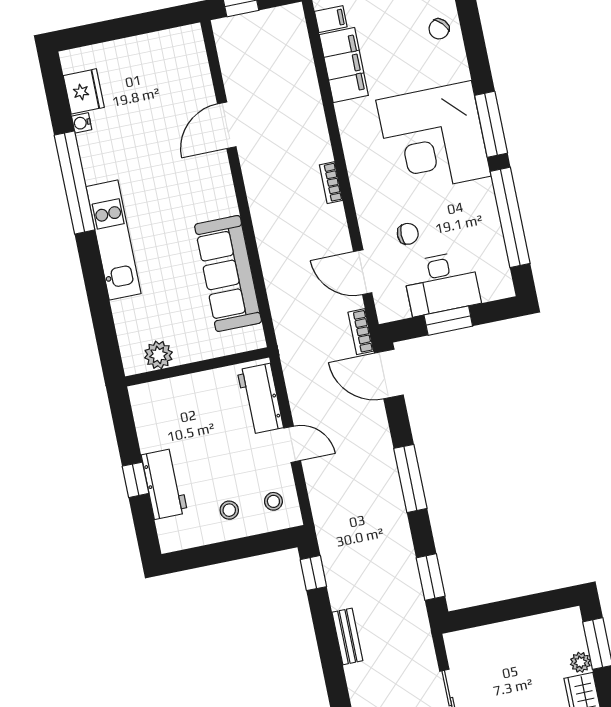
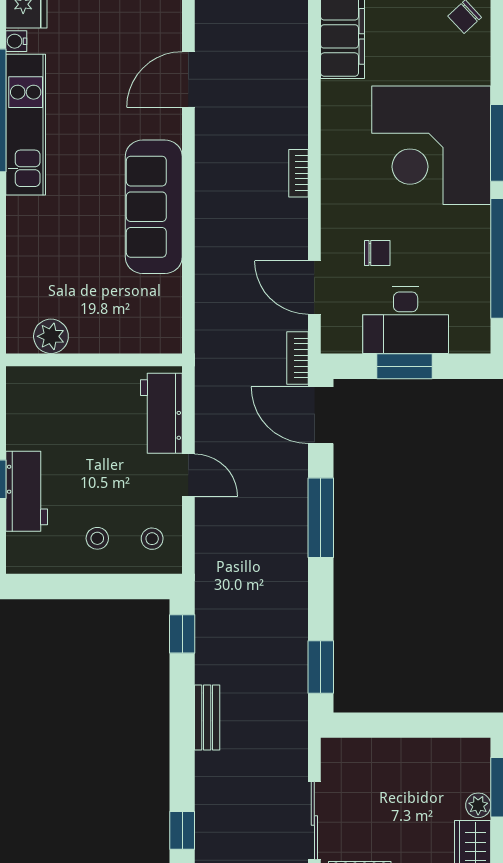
kitchen unit: (114, 240) -> (26, 125), moved
sofa: (228, 273) -> (154, 207), moved
window: (410, 478) -> (321, 518), moved

